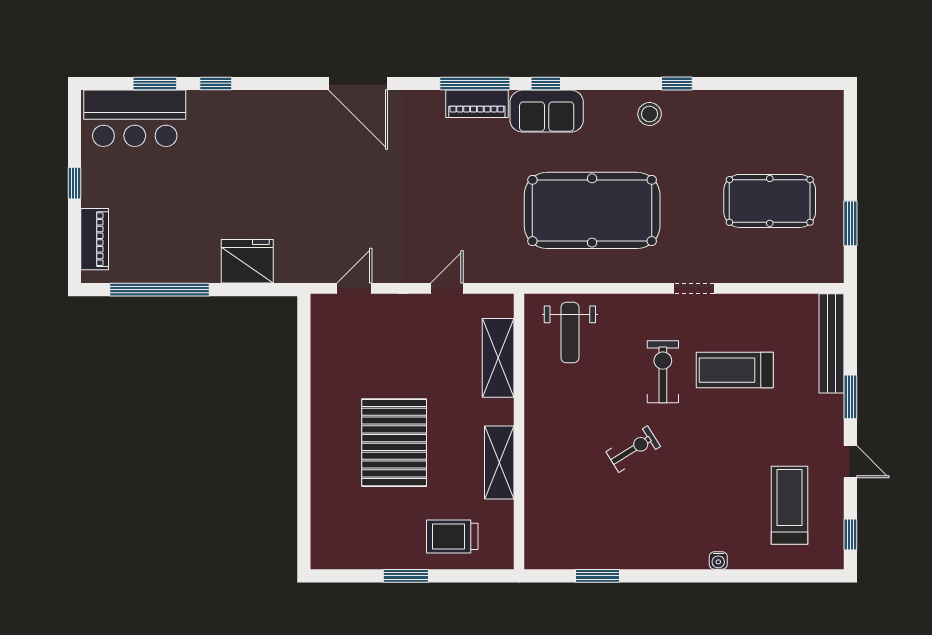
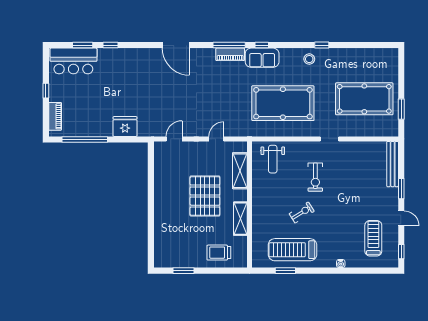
pool table: (770, 201) -> (364, 99), width x1.36, depth x1.32
treadmill: (735, 370) -> (292, 250), moved, width x1.37, depth x1.38
exercise bike: (663, 372) -> (315, 177), turned 180
pallet: (394, 443) -> (205, 196), moved
window: (406, 576) -> (183, 271), moved

